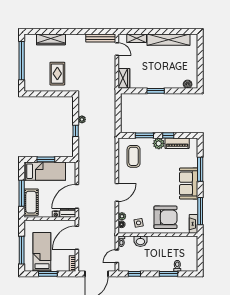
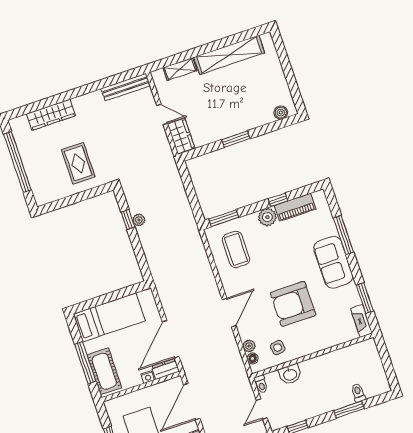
door: (117, 49) -> (162, 114), moved
window: (76, 131) -> (128, 220), moved
window: (144, 135) -> (224, 218), moved
window: (46, 159) -> (105, 299), removed
window: (200, 211) -> (365, 298), width x0.69
armchair: (165, 217) -> (293, 304), moved, turned 180

